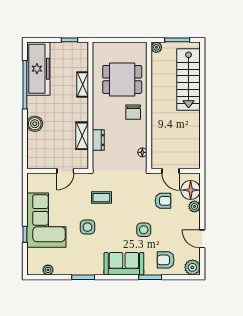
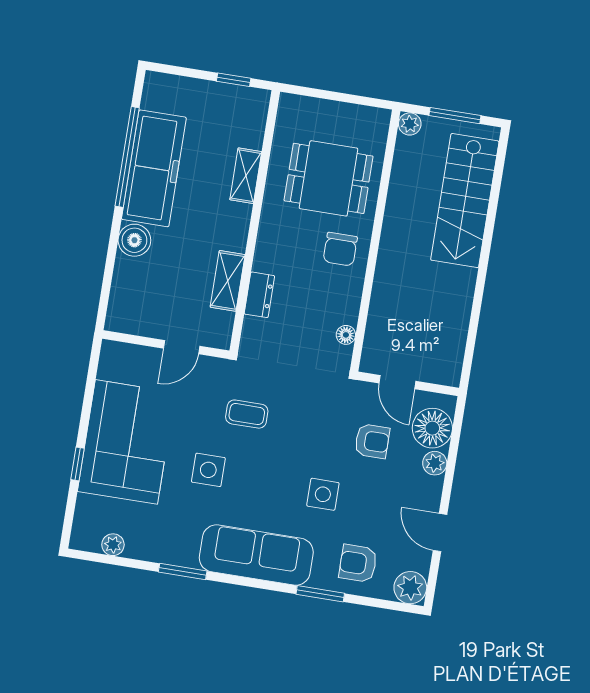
freezer: (38, 69) -> (154, 168), moved
sofa: (124, 264) -> (256, 555), width x1.36

